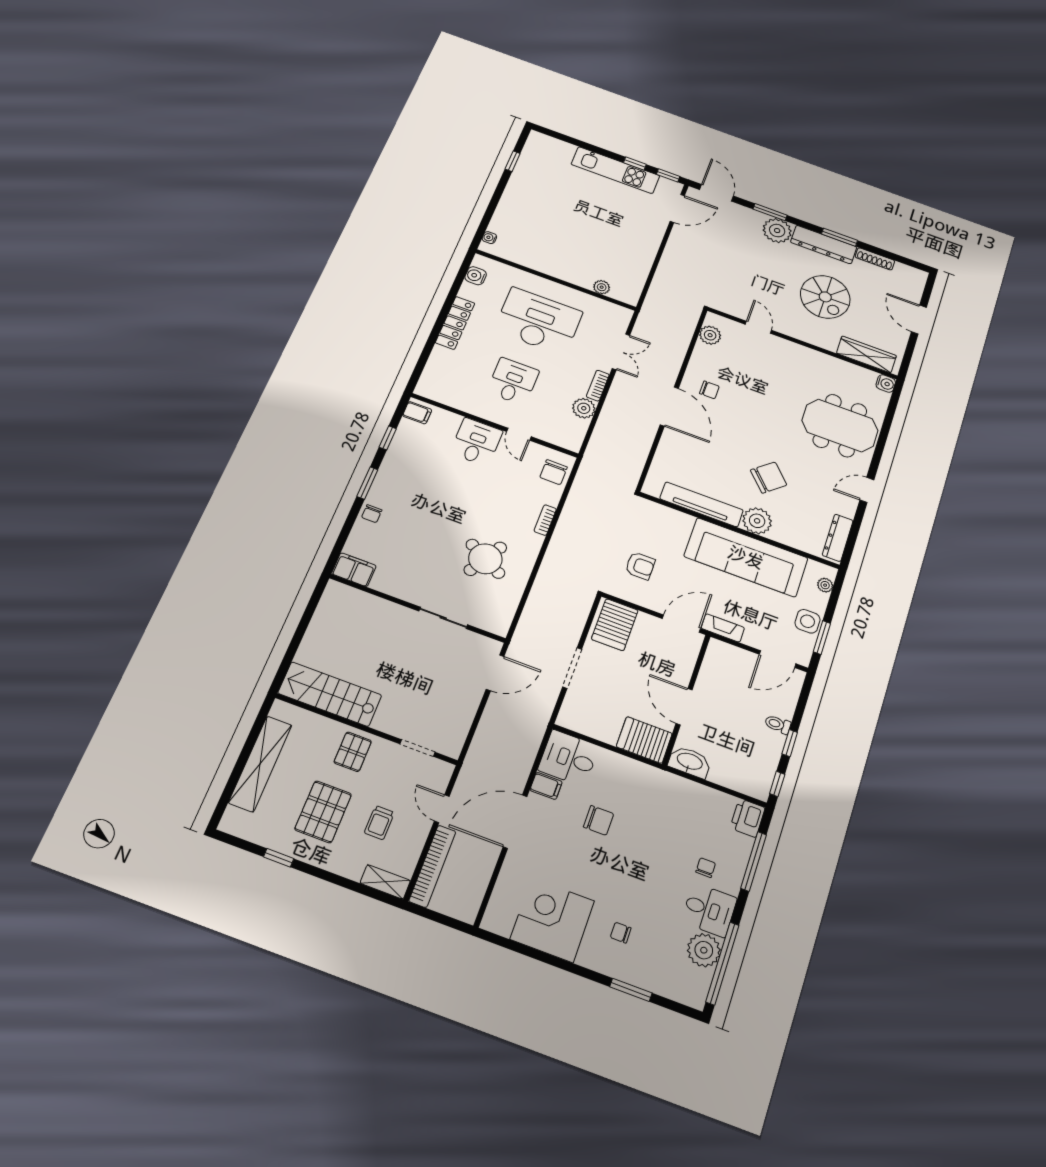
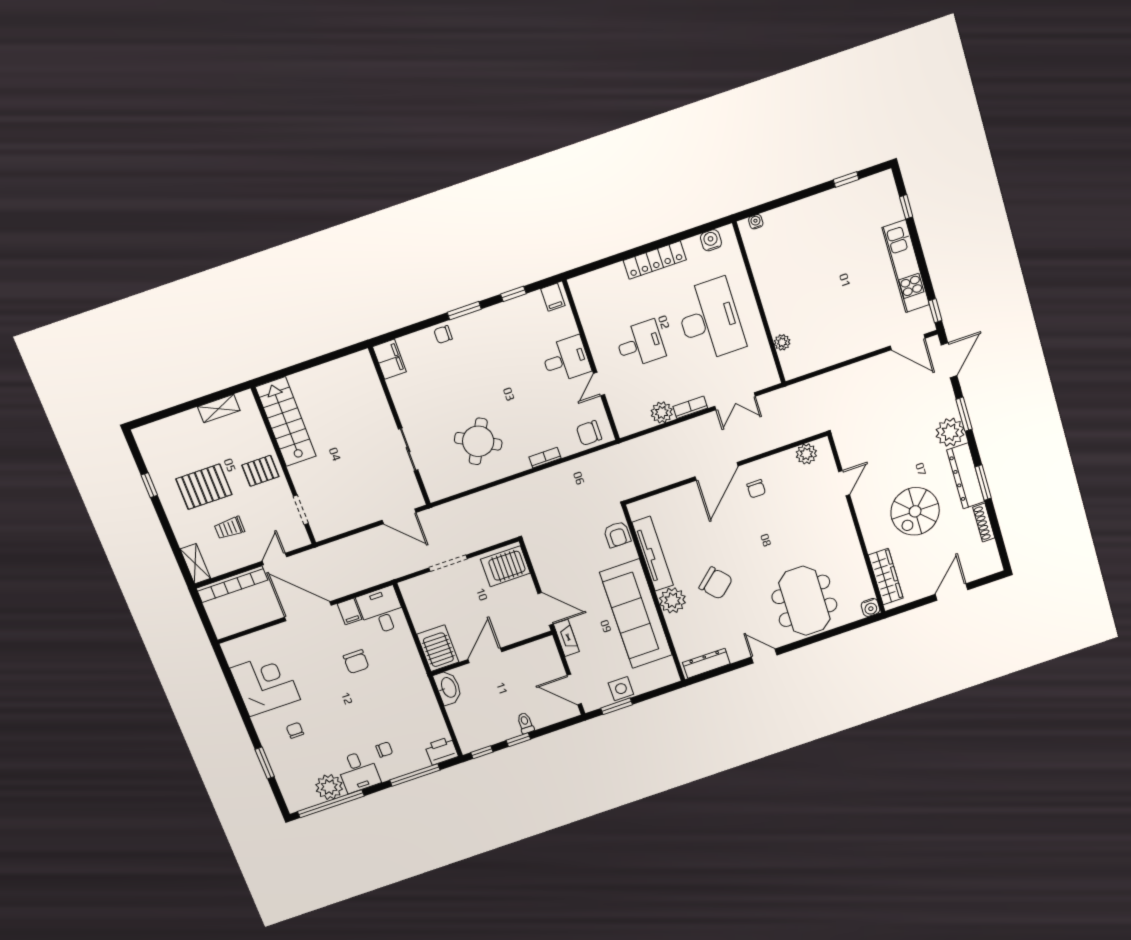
window: (635, 163) -> (906, 207), moved
armchair: (640, 566) -> (617, 534), moved
plant: (825, 585) -> (660, 681), removed
shelving: (260, 764) -> (219, 409), width x0.45, depth x0.75

